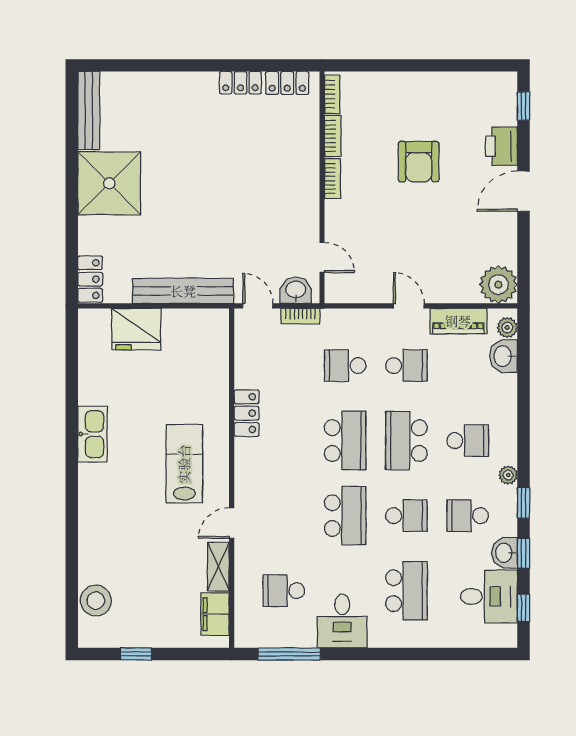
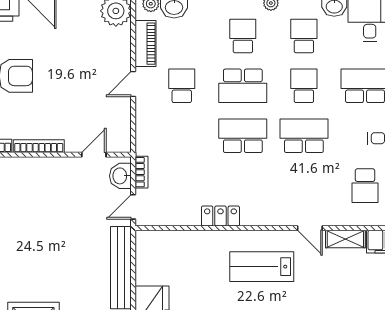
bookcase: (332, 179) -> (39, 146), width x1.56
school desk: (345, 366) -> (182, 136), removed
school desk: (468, 516) -> (304, 36), turned 180

